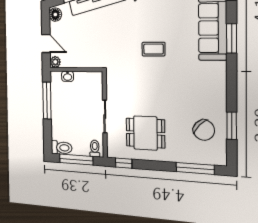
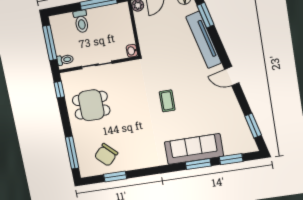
window: (232, 38) -> (198, 164), moved
washbasin: (68, 76) -> (132, 51), moved
dining table: (145, 133) -> (91, 105), turned 90
toilet: (62, 148) -> (81, 21), moved

